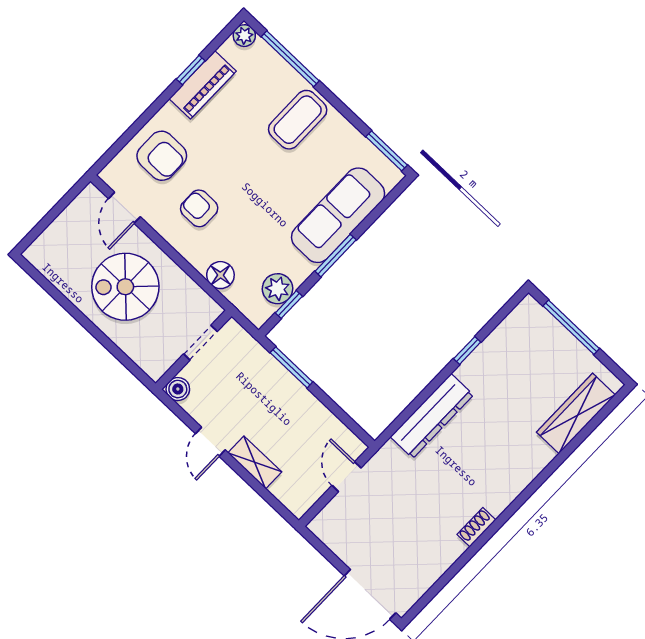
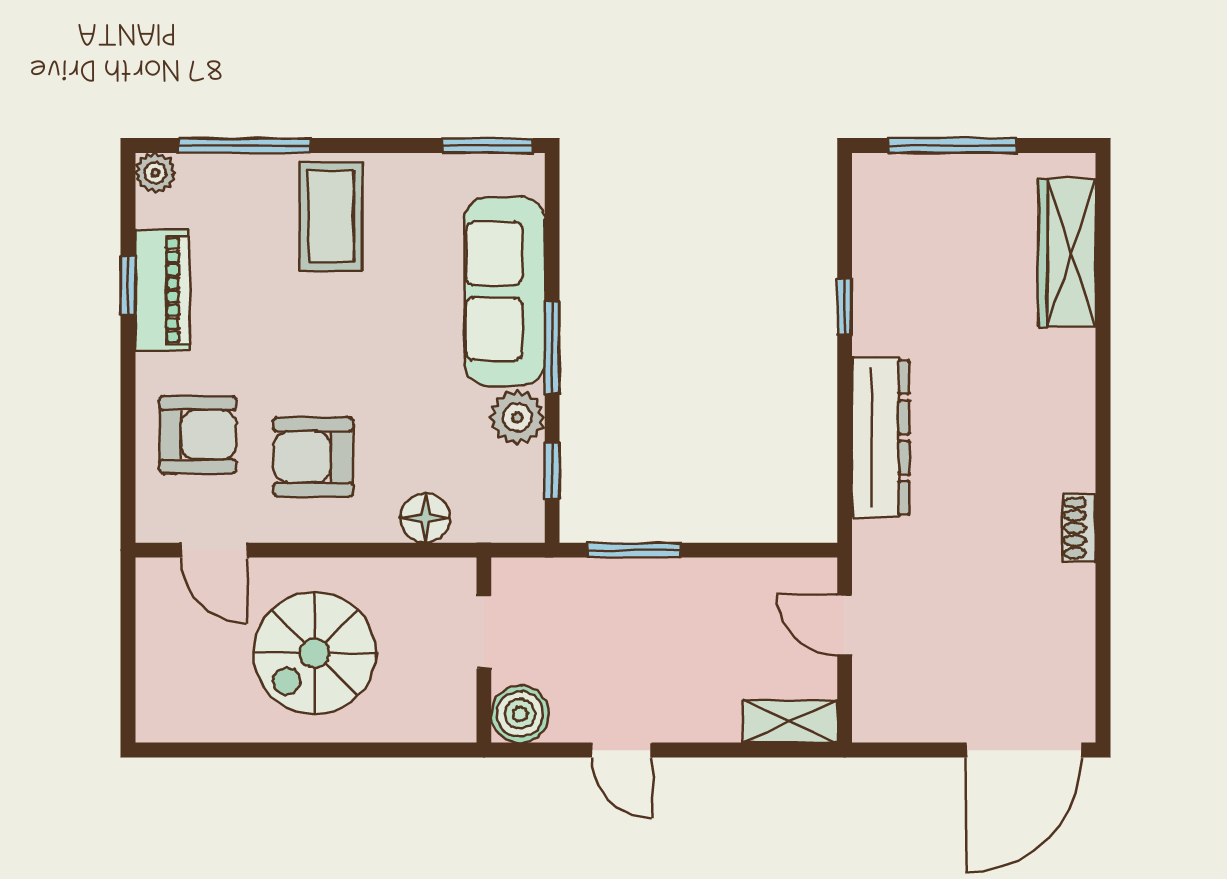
armchair: (199, 208) -> (313, 457), width x1.38, depth x1.38
plant: (278, 289) -> (517, 417), moved
boiler: (178, 389) -> (520, 714), width x1.36, depth x1.36
shelving: (255, 462) -> (790, 721), moved

